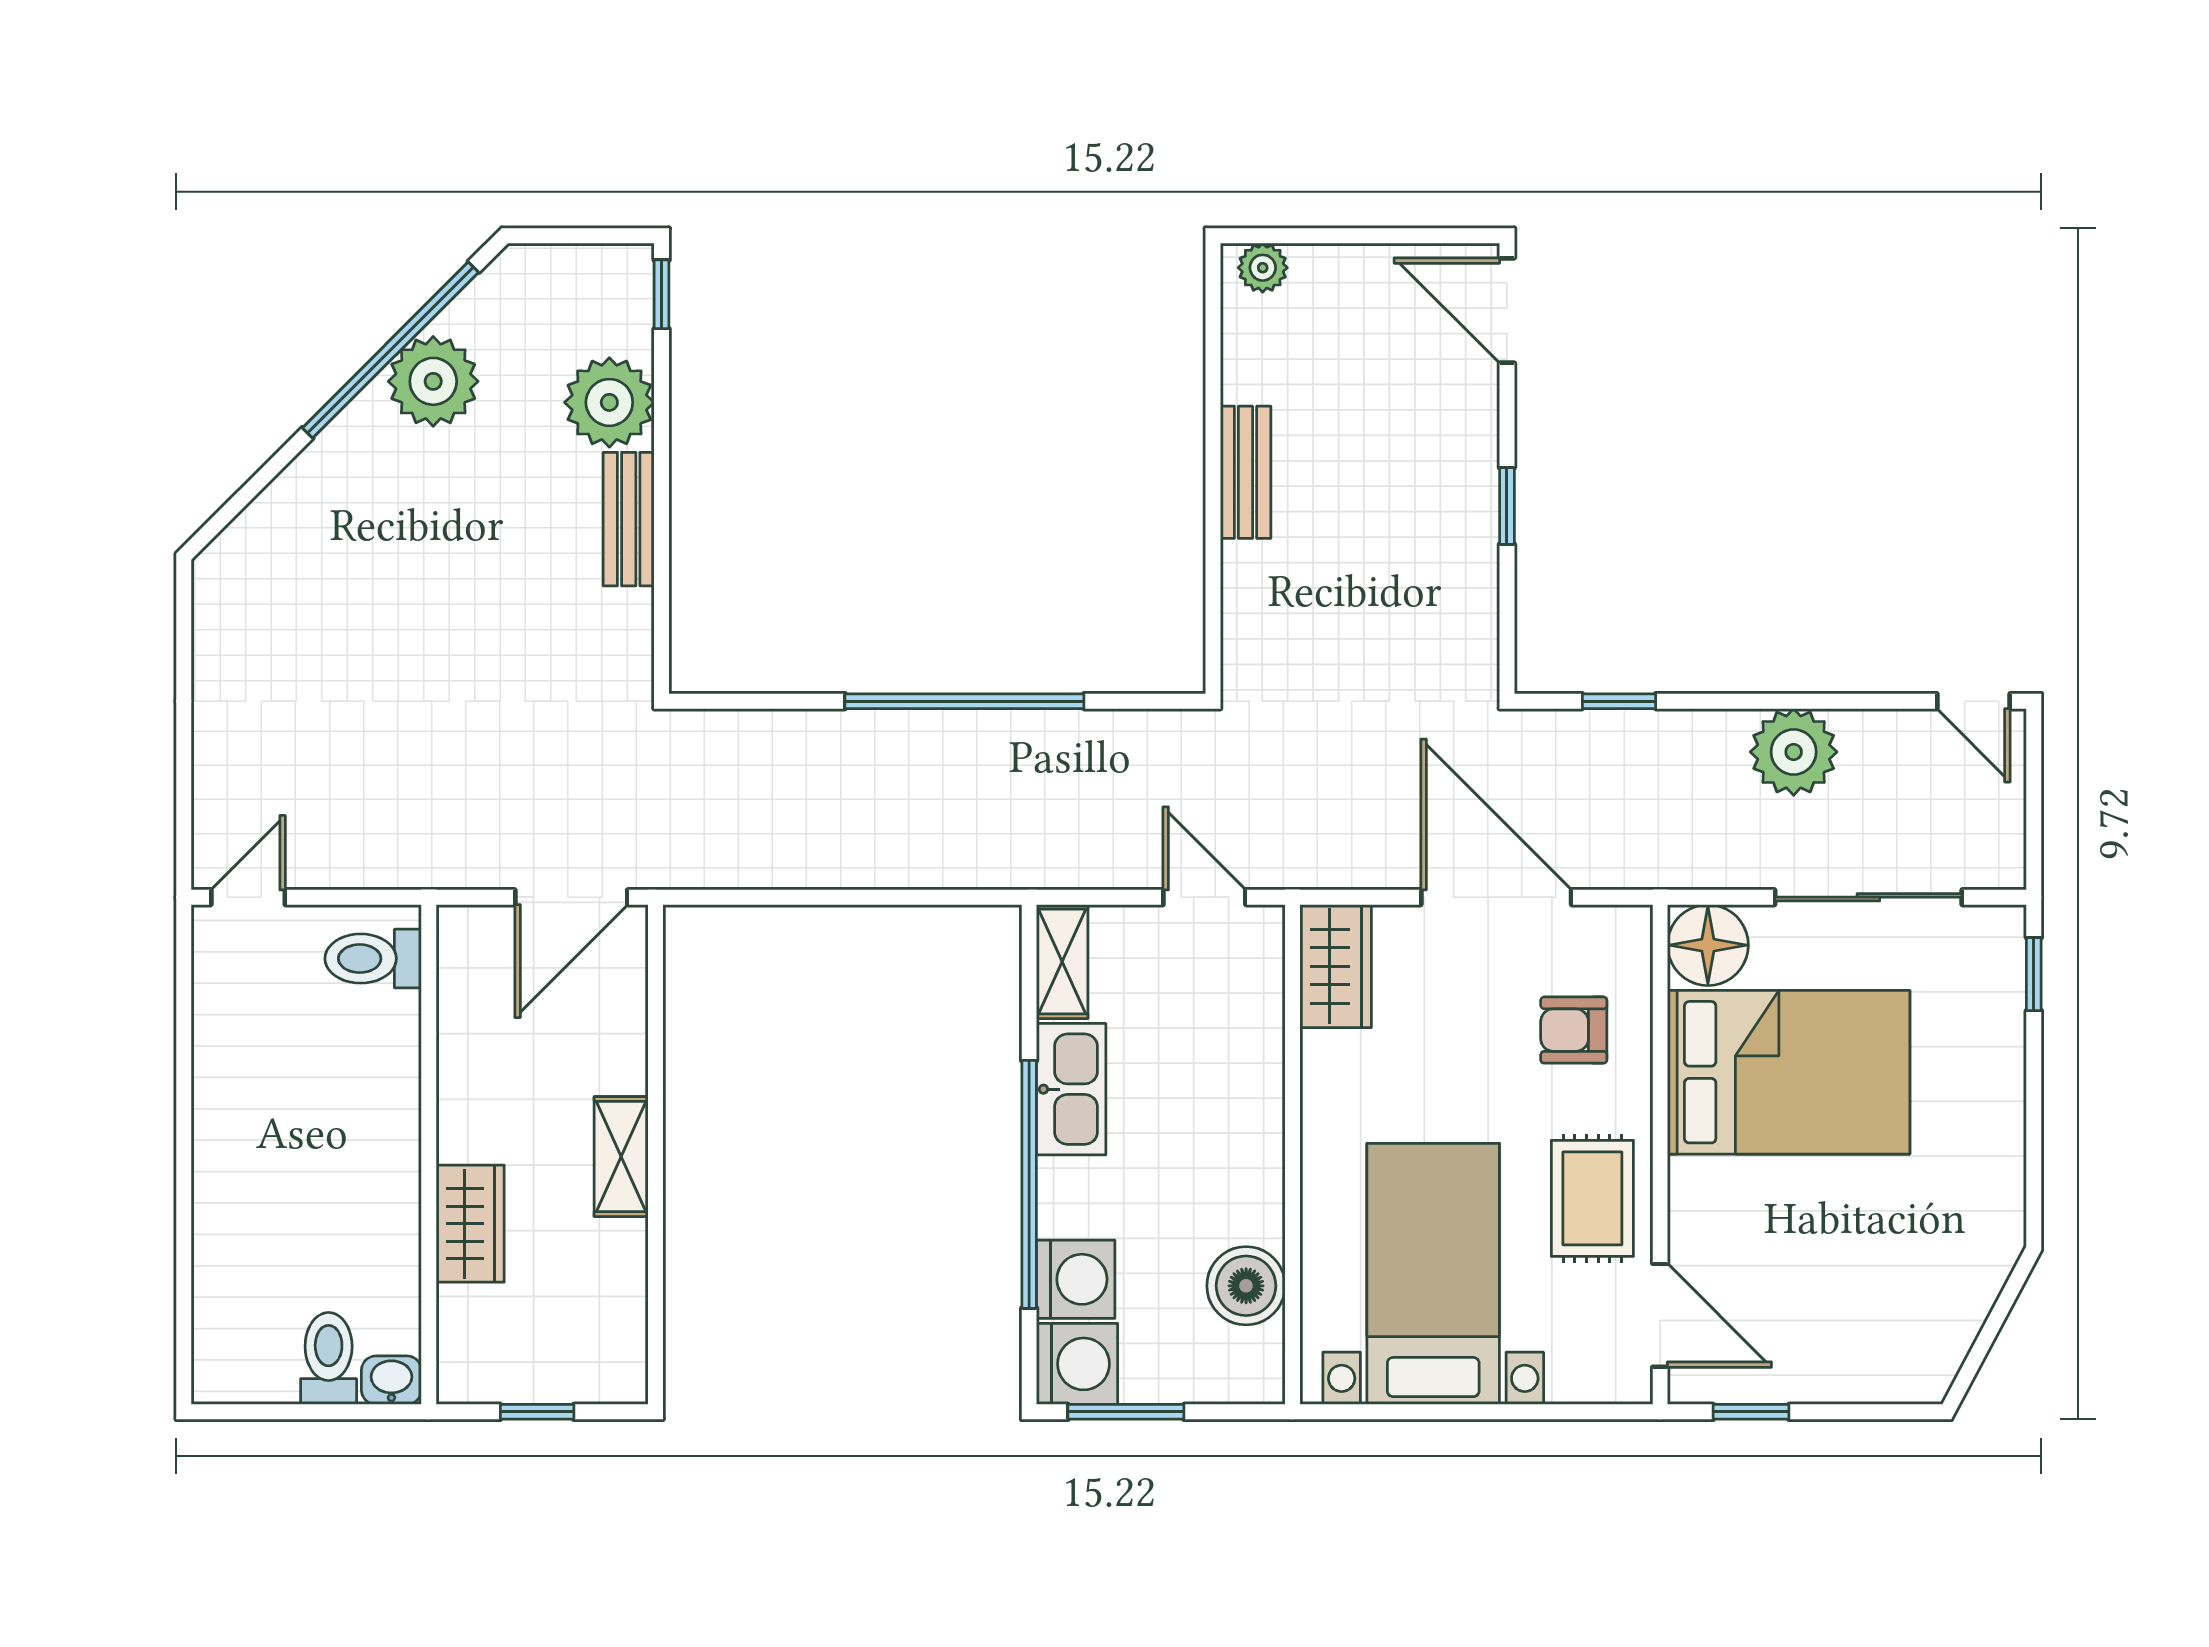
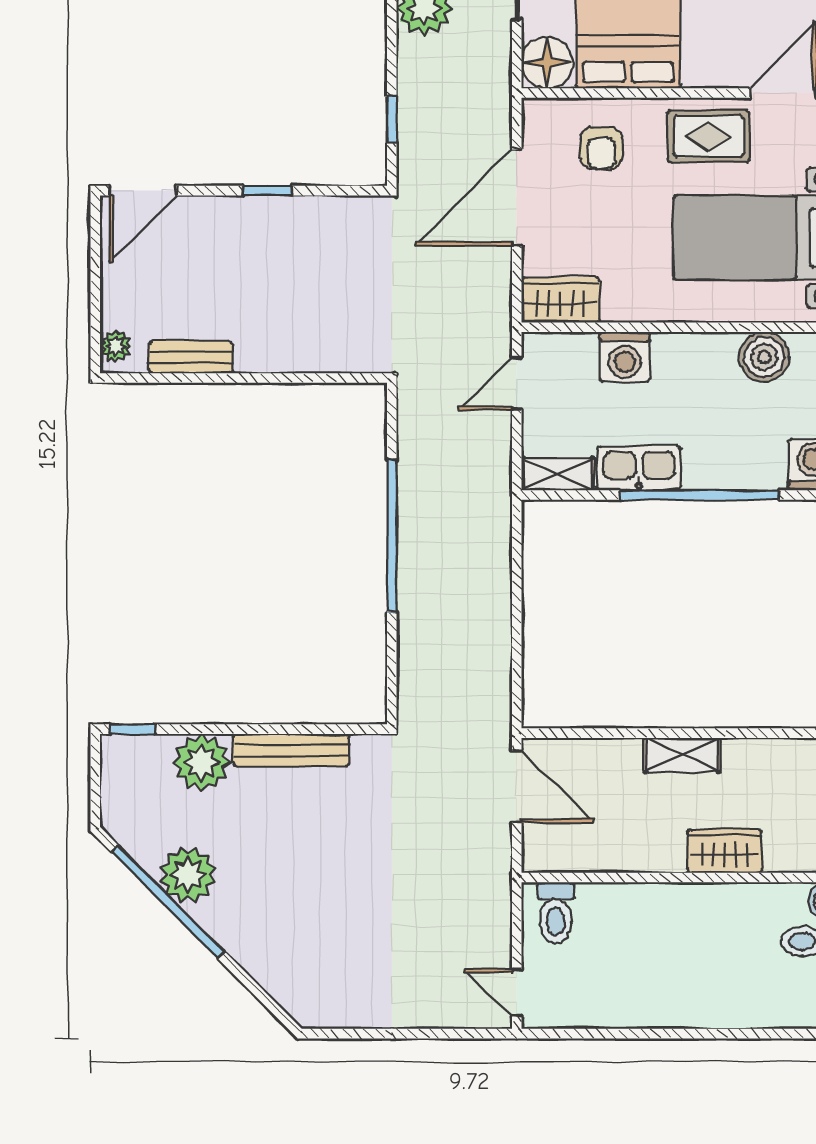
bench: (1246, 472) -> (191, 357), moved
bench: (629, 519) -> (291, 750), width x1.36
washing machine: (1076, 1279) -> (625, 357), moved, turned 180

